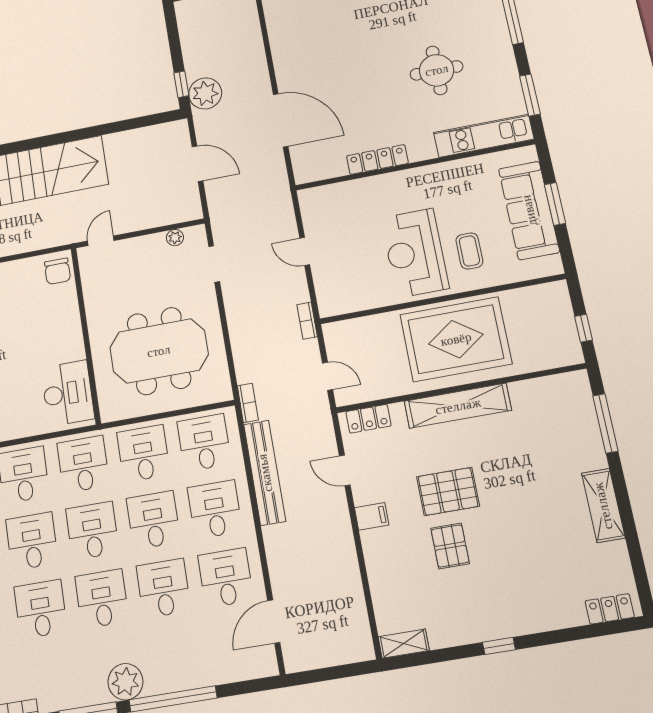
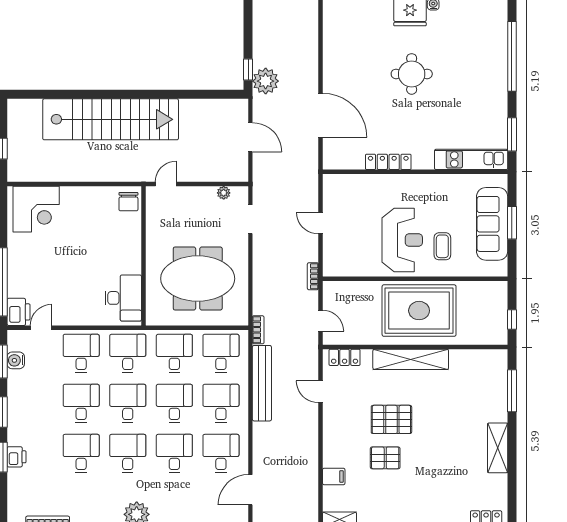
round table: (437, 70) -> (412, 74), moved
reception desk: (415, 253) -> (402, 240), turned 180
filing cabinet: (372, 516) -> (334, 477), moved
pallet: (450, 546) -> (385, 458), turned 90

